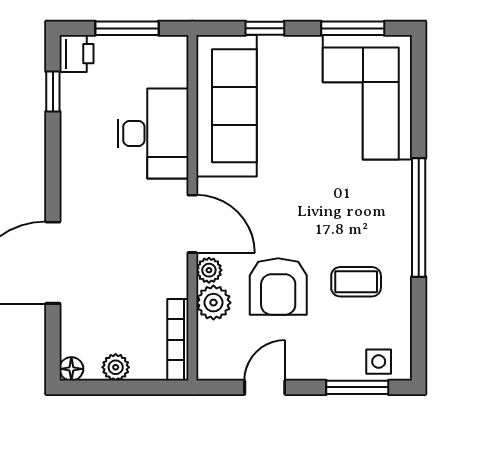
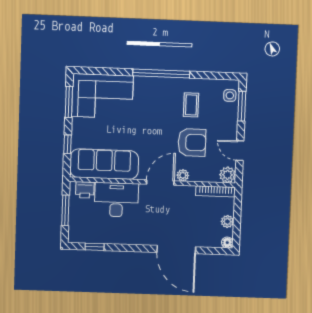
printer: (76, 54) -> (85, 190), moved, turned 180
plant: (213, 303) -> (228, 175), moved

